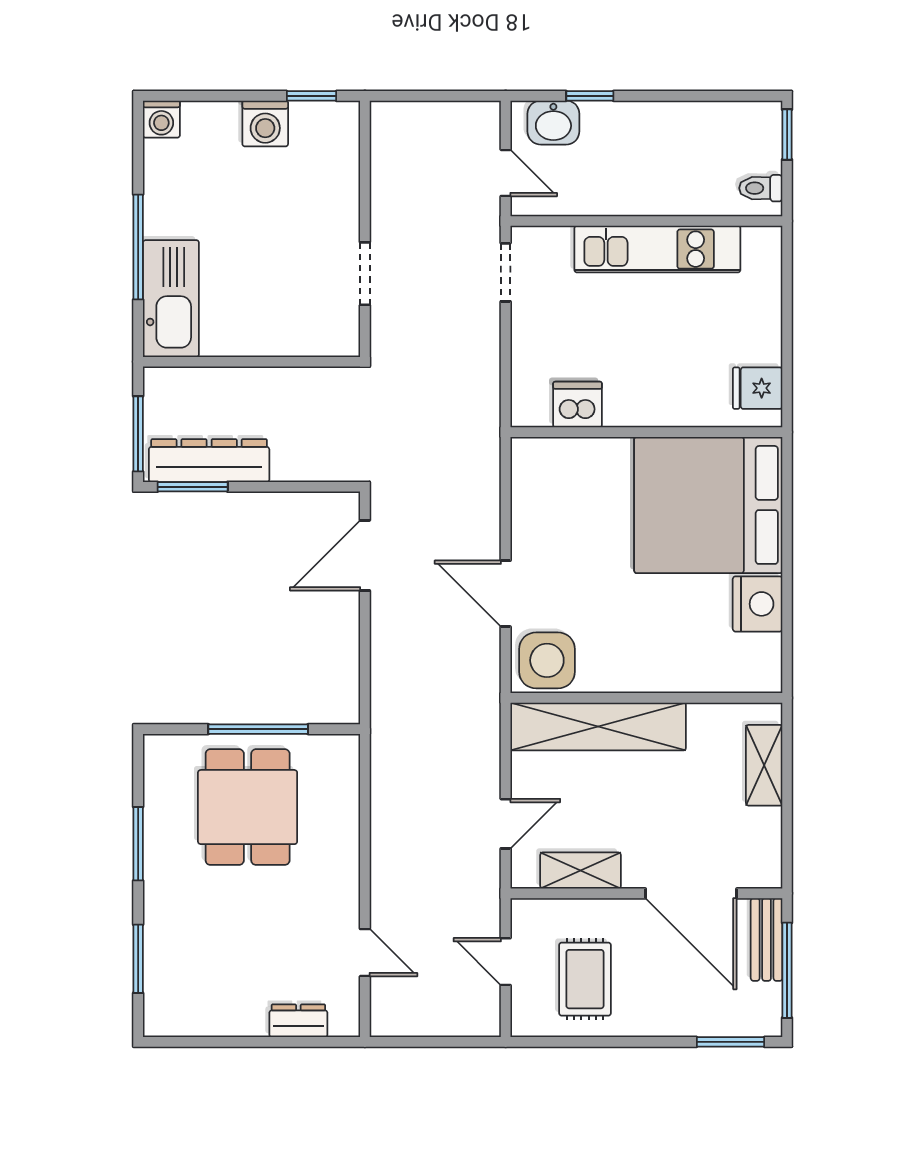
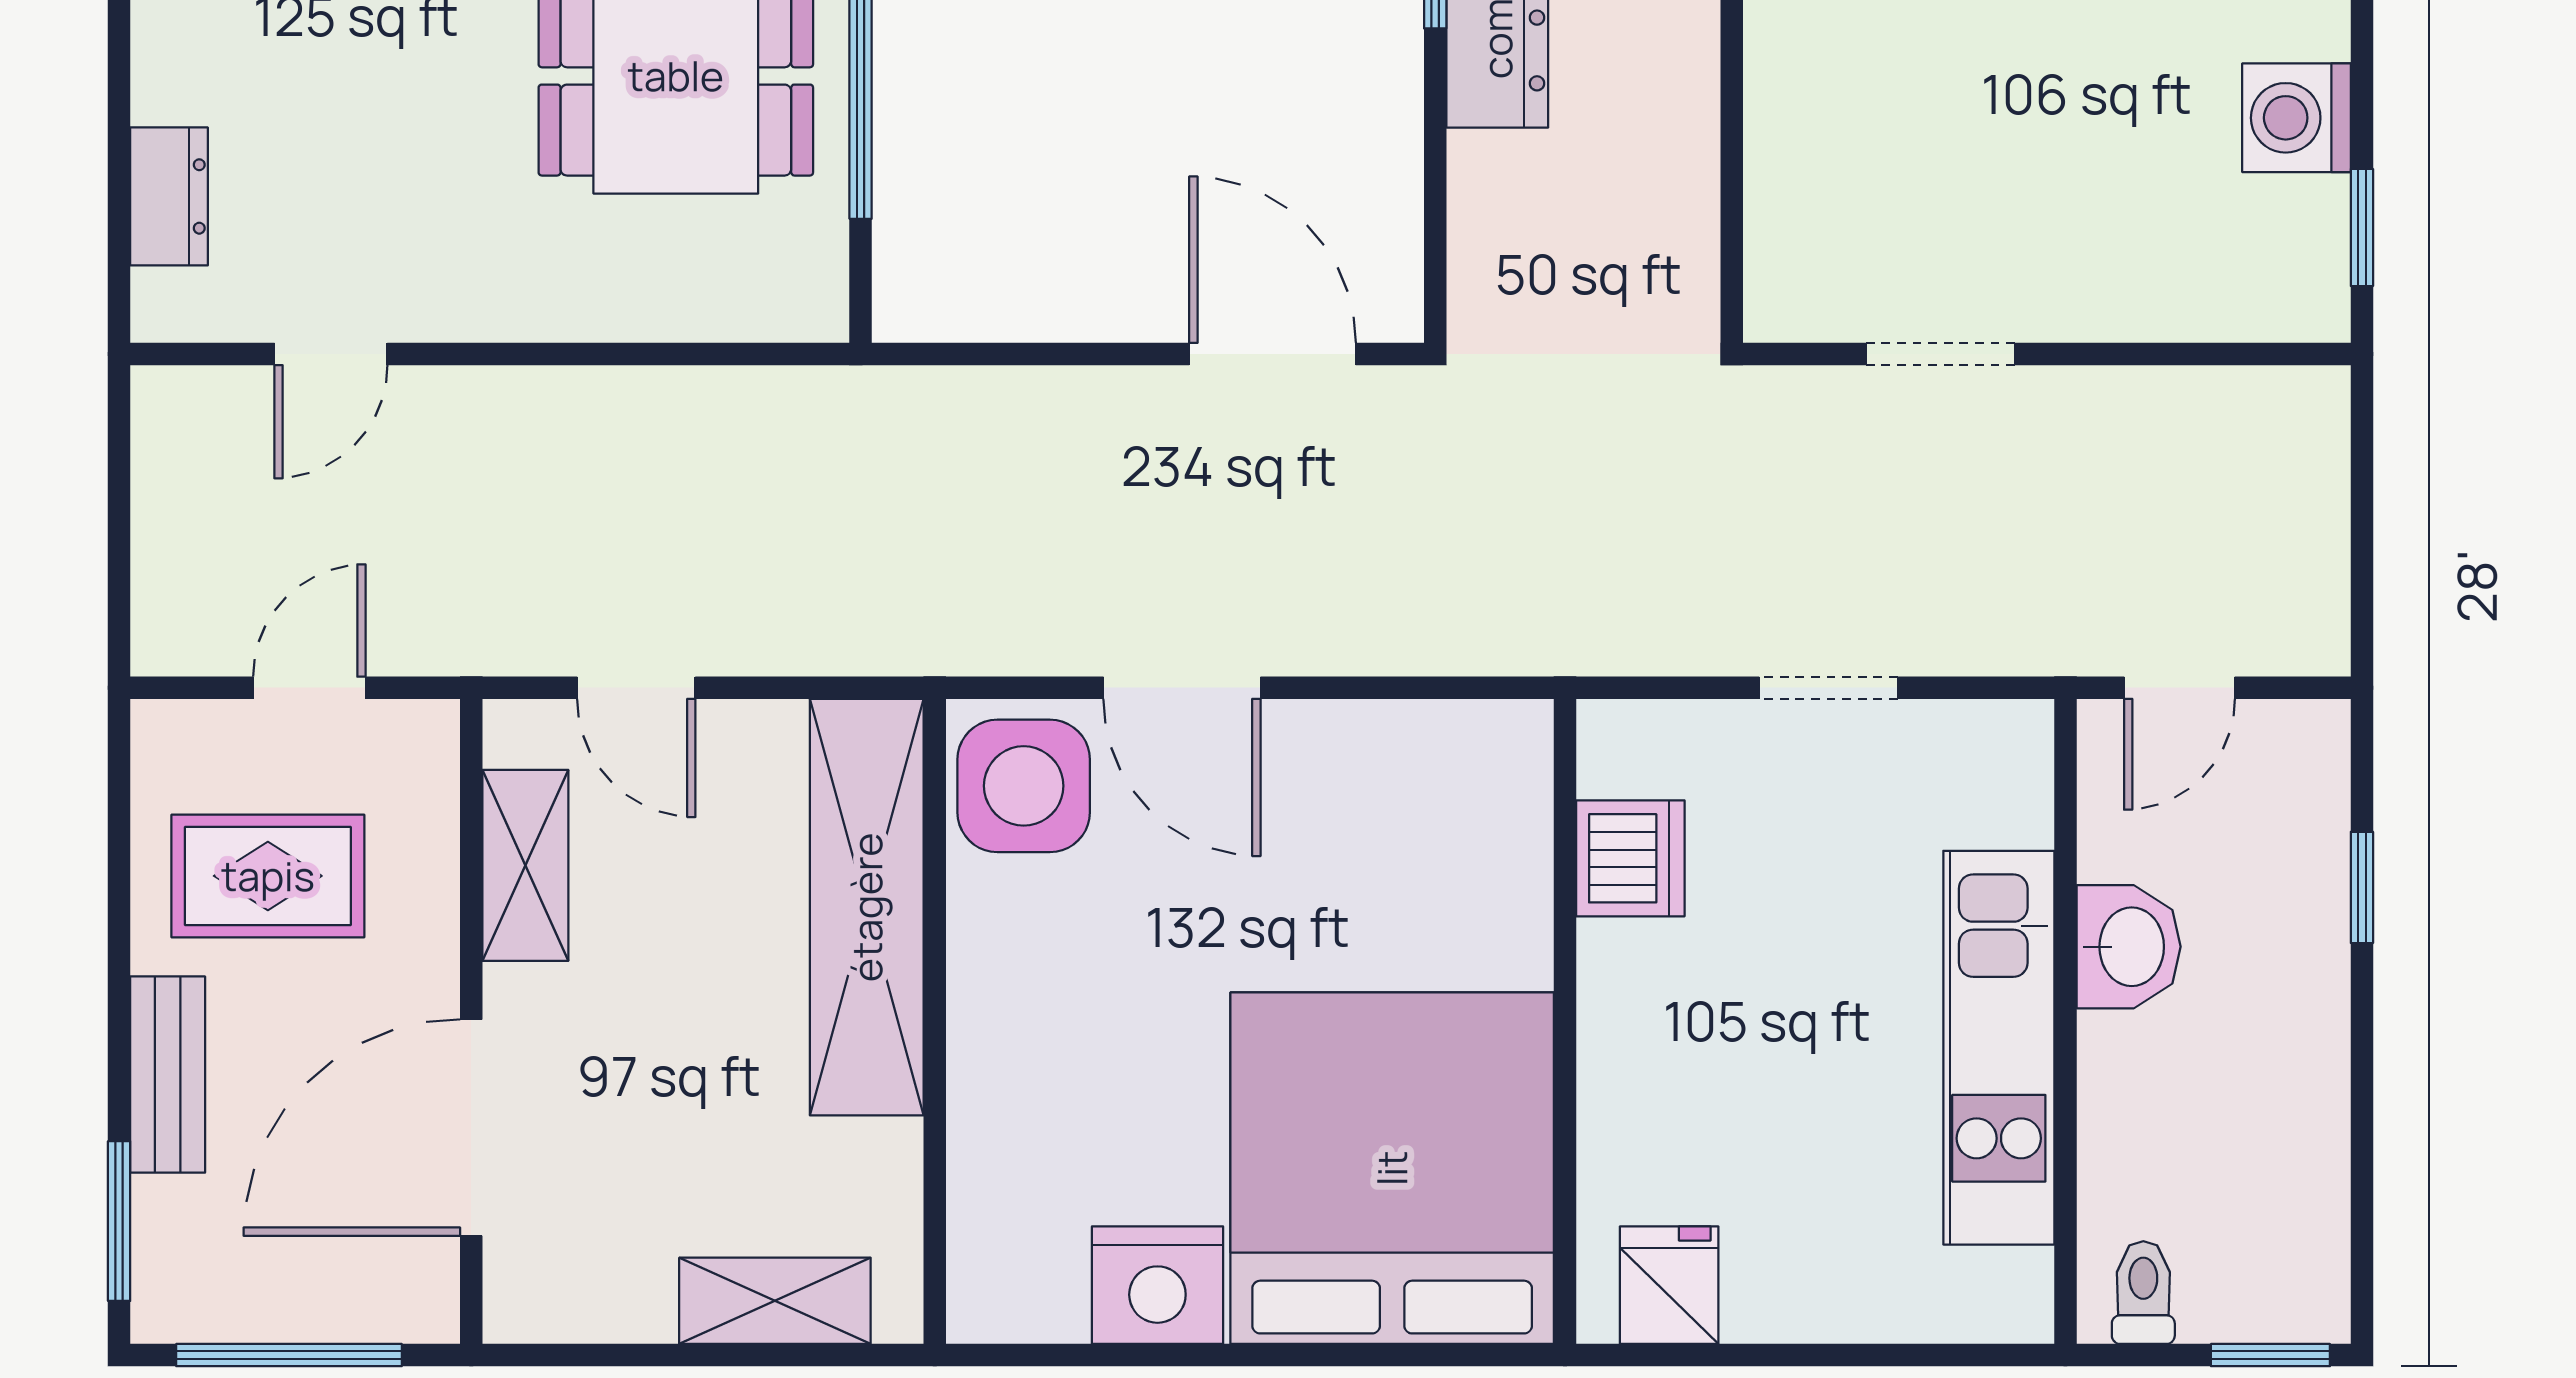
washbasin: (553, 123) -> (2129, 947), moved, turned 180
doorway: (506, 272) -> (1829, 688), moved
door: (506, 594) -> (1182, 688), swing flipped
bench: (767, 939) -> (168, 1075), moved, turned 90

